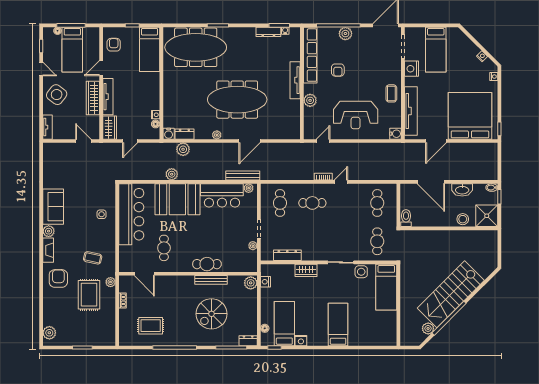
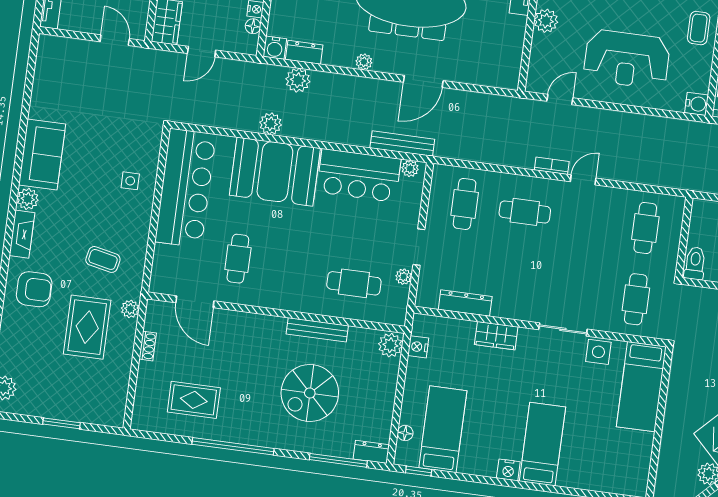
cafe table: (207, 264) -> (354, 283), moved
armchair: (58, 278) -> (34, 289), turned 90
nightstand: (301, 341) -> (508, 470), moved

